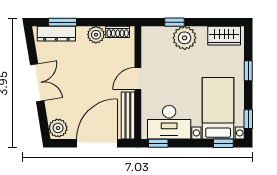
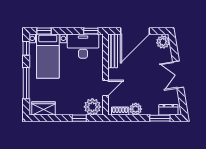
dresser: (56, 34) -> (168, 110), width x0.70
plant: (185, 38) -> (92, 107), moved
window: (248, 71) -> (26, 83), width x2.17
door: (138, 79) -> (106, 88), moved

